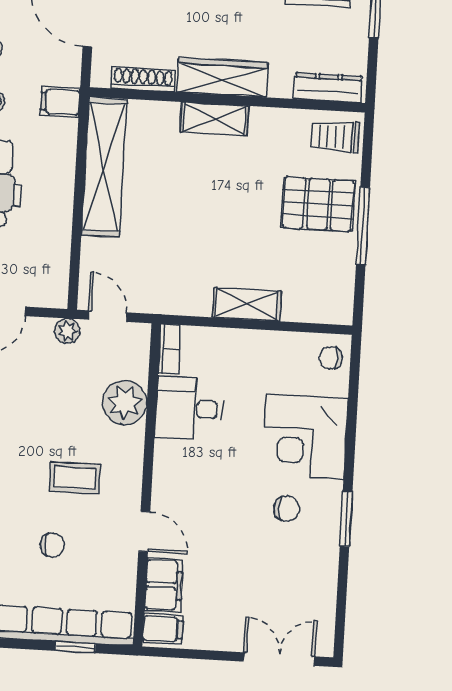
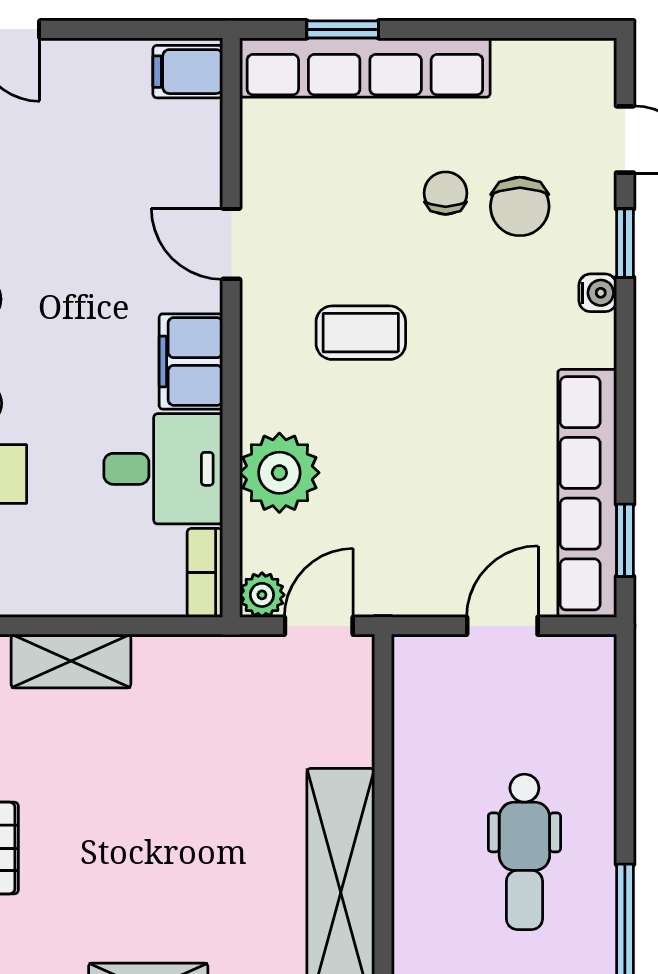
door: (108, 316) -> (319, 626), swing flipped
plant: (67, 331) -> (262, 595), moved
chair: (52, 545) -> (446, 193), moved, turned 90
filing cabinet: (164, 585) -> (191, 361), moved

